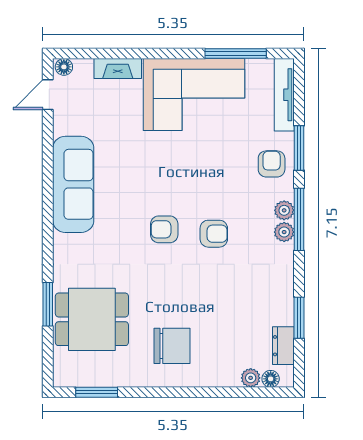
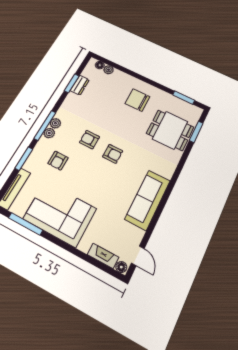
fireplace: (118, 68) -> (103, 256), moved
door: (48, 95) -> (138, 256), hinge flipped
armchair: (272, 164) -> (58, 161), moved
window: (48, 304) -> (196, 132), moved
dresser: (283, 346) -> (80, 85), moved

